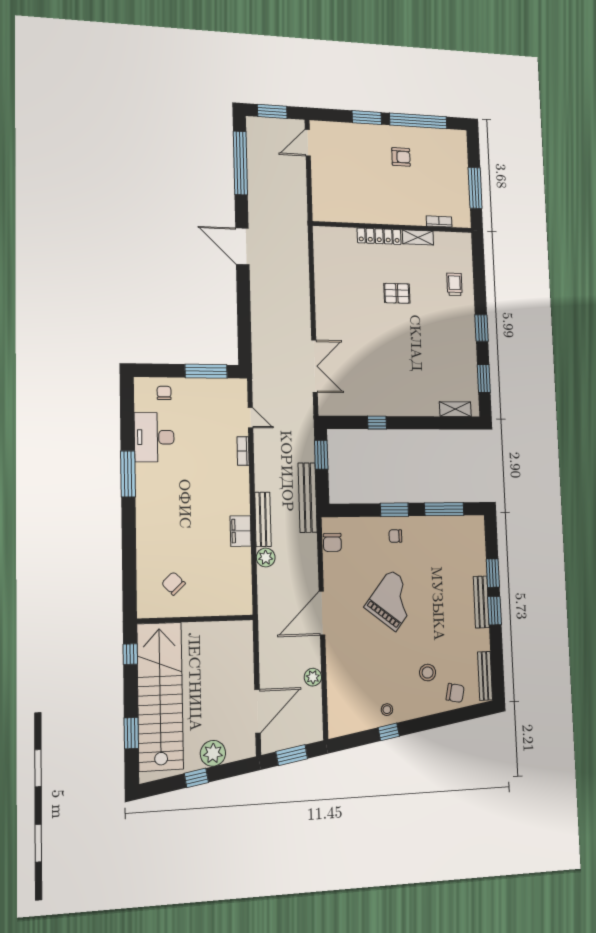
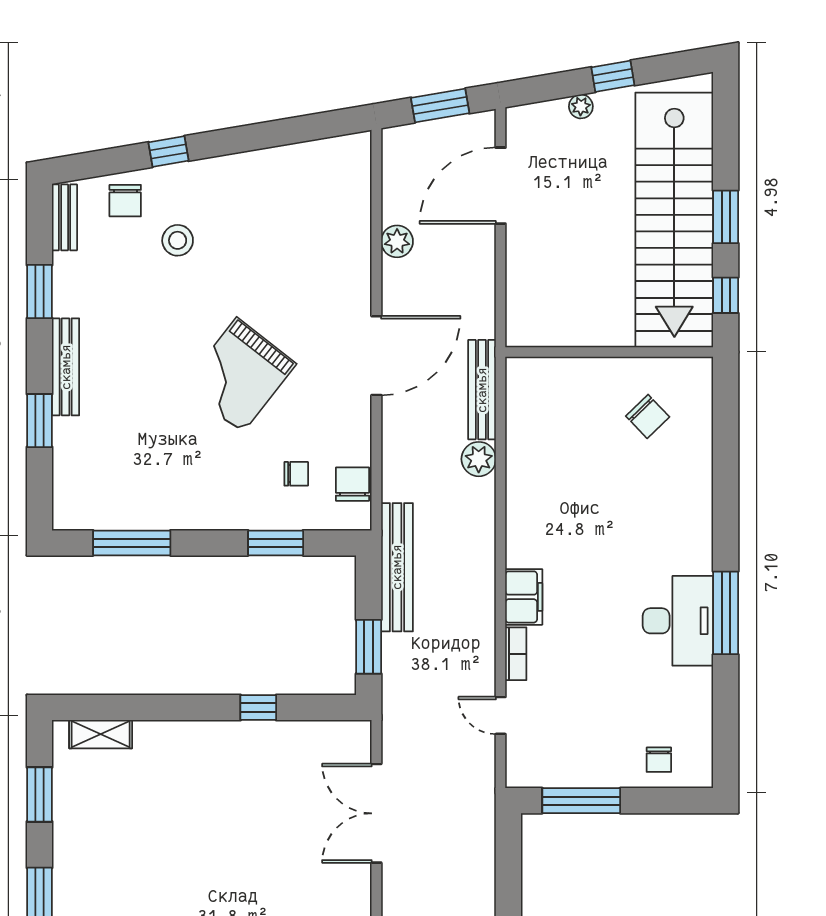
desk: (154, 437) -> (678, 621), moved
window: (394, 510) -> (276, 543), moved
bench: (263, 519) -> (482, 390), moved
filing cabinet: (241, 531) -> (524, 597), moved
chair: (395, 536) -> (296, 474), moved
window: (495, 611) -> (40, 292), moved
bench: (485, 676) -> (65, 217), width x0.73
chair: (455, 693) -> (125, 201), turned -102
stool: (387, 710) -> (259, 177), removed
window: (389, 732) -> (168, 151), moved
window: (131, 733) -> (726, 217), moved
plant: (213, 753) -> (581, 106), width x0.53, depth x0.53

